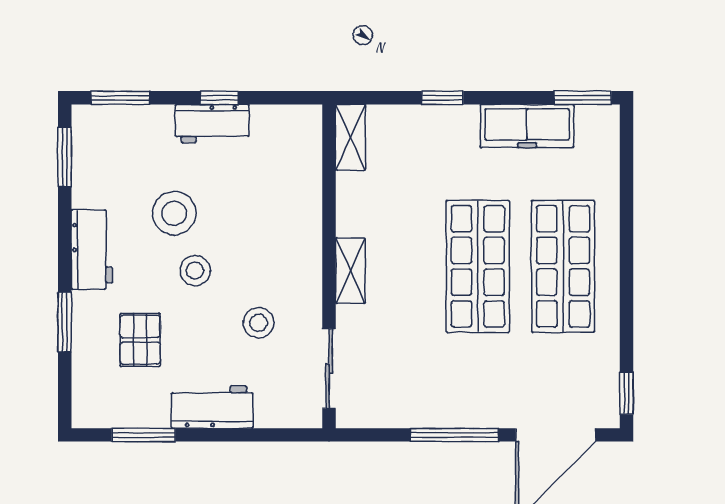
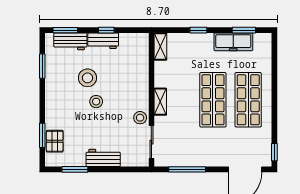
window: (583, 98) -> (244, 30), moved
window: (65, 157) -> (42, 66), moved
workbench: (92, 250) -> (70, 41), moved, turned 90
window: (65, 322) -> (42, 135), moved
stool: (258, 323) -> (140, 118), moved
pallet: (140, 340) -> (55, 141), moved
window: (454, 435) -> (187, 169), moved

